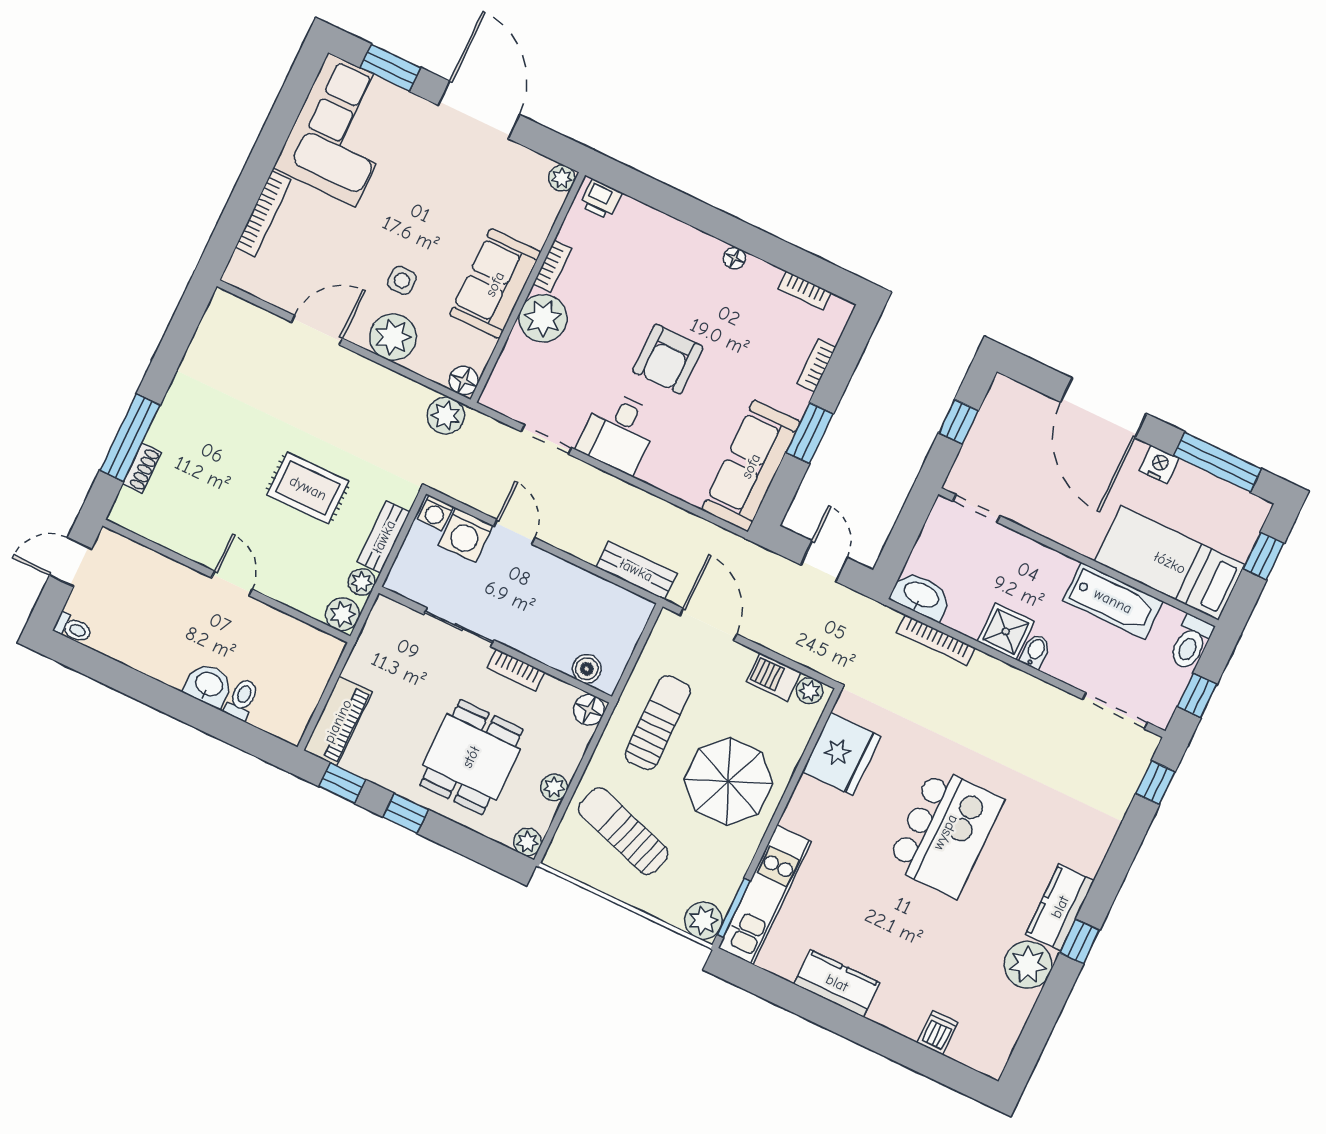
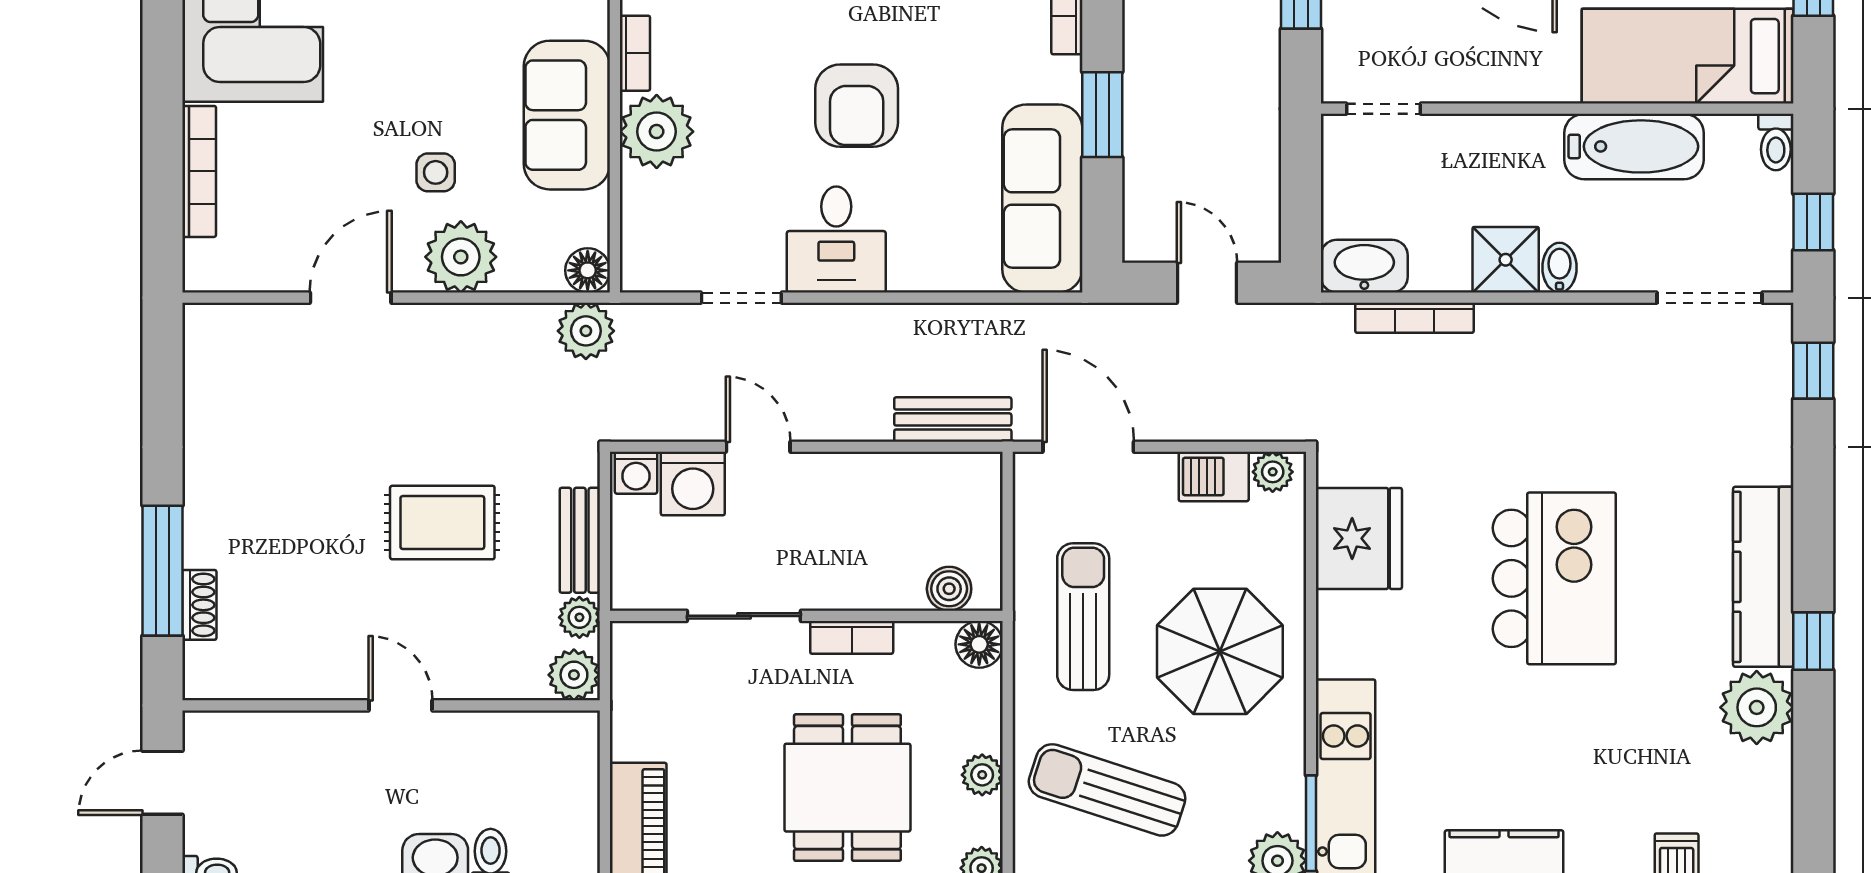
toilet: (1191, 643) -> (1776, 142), width x0.73, depth x0.72
kitchen counter: (1060, 907) -> (1763, 577), width x1.50

